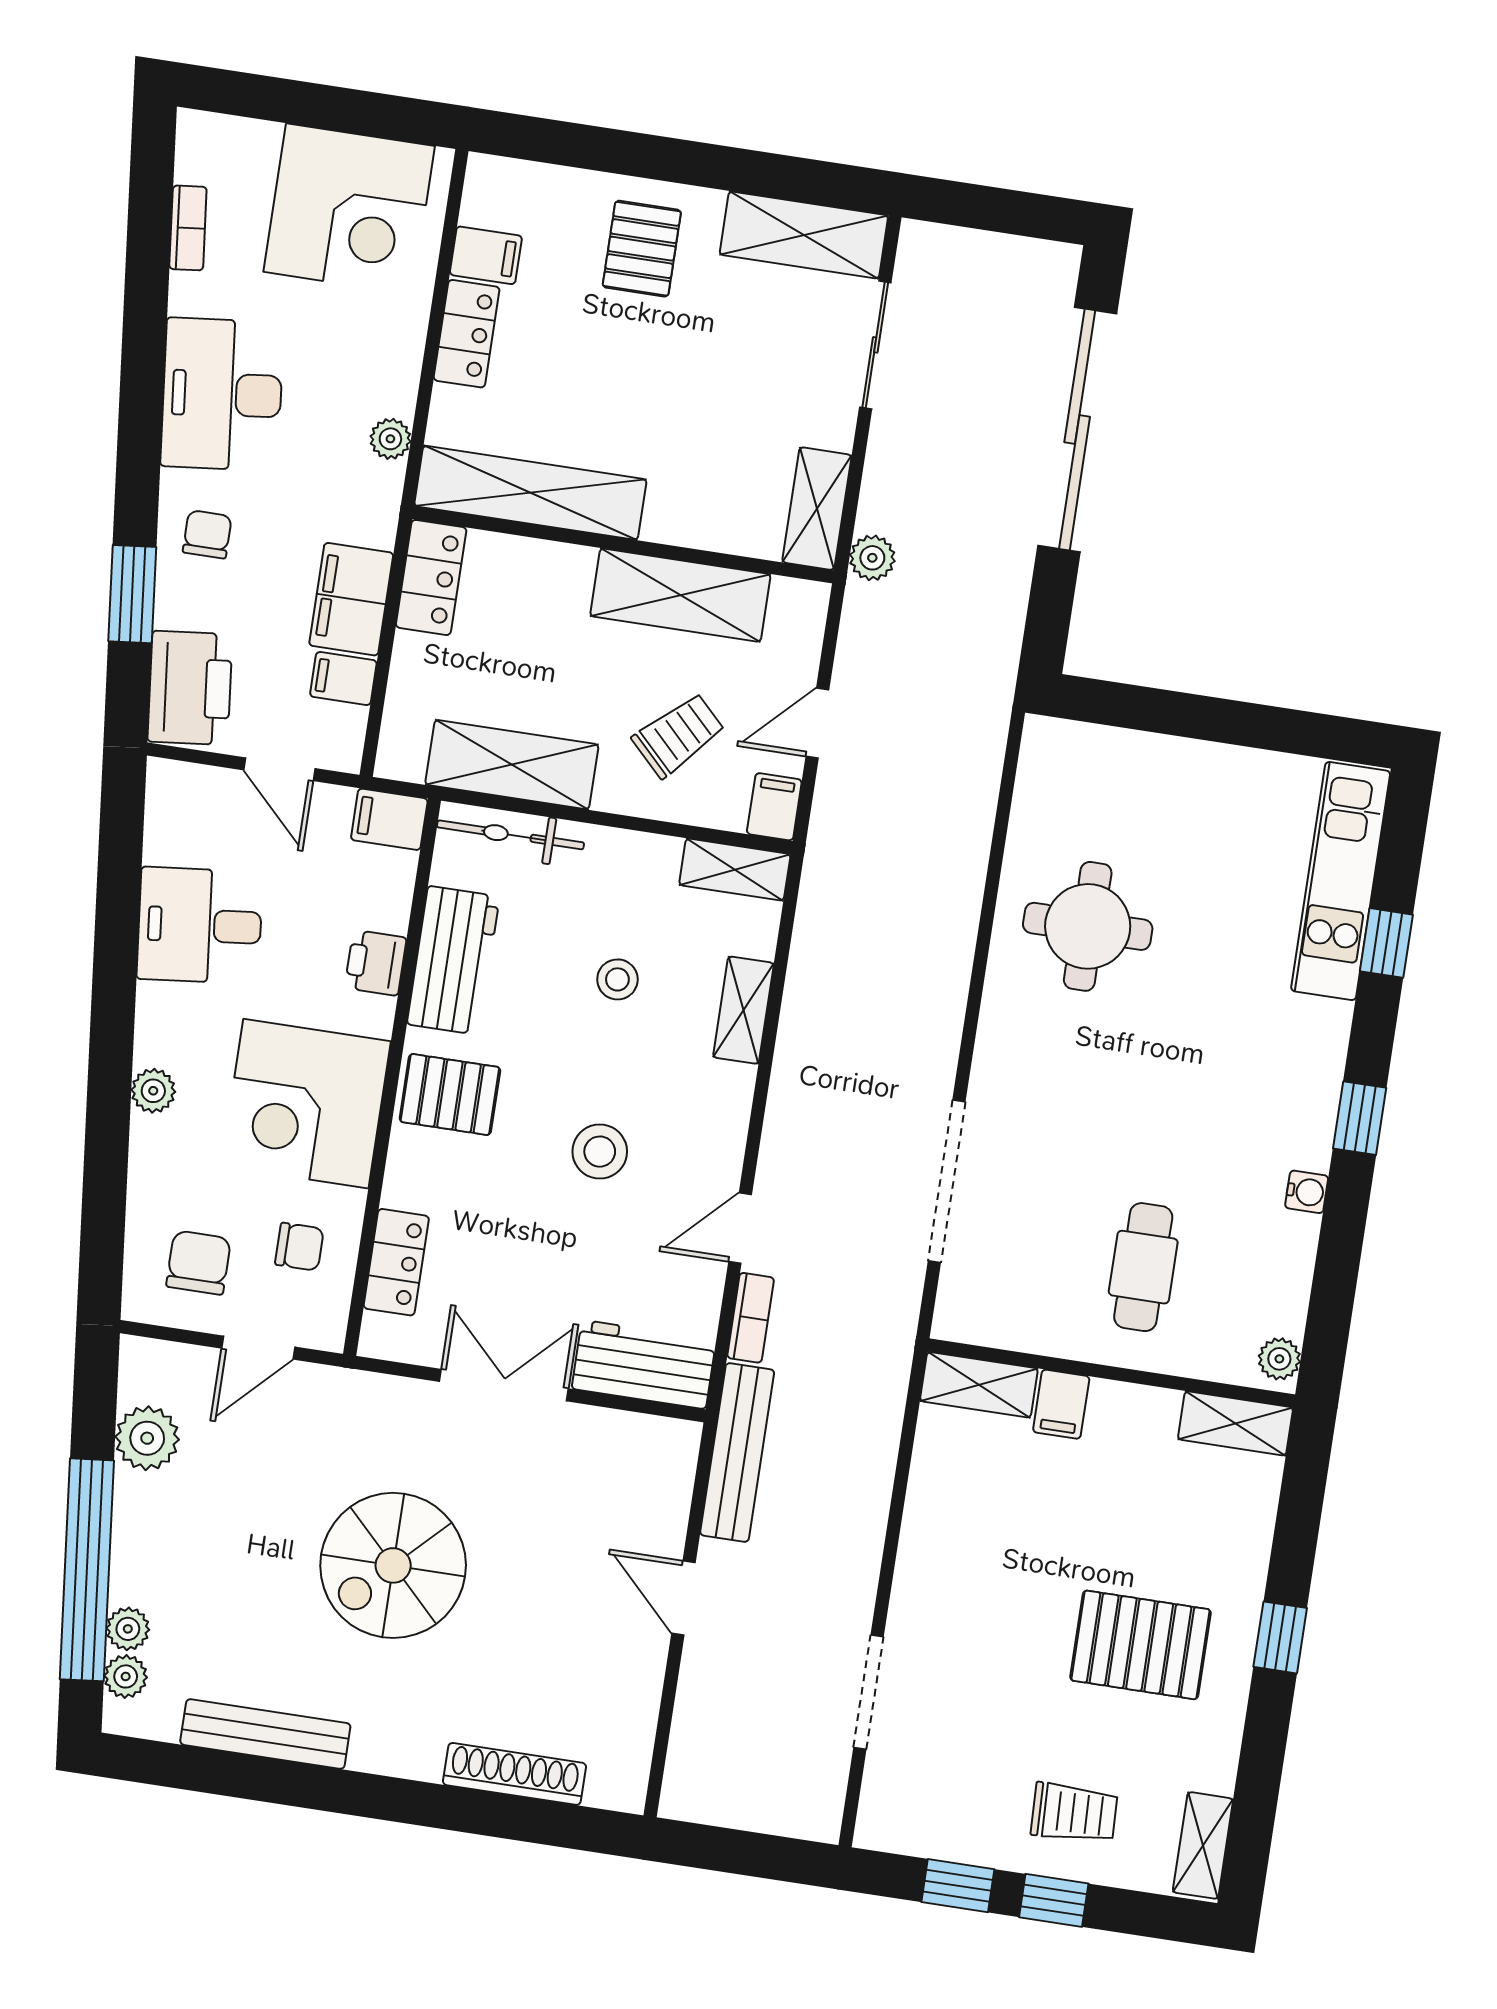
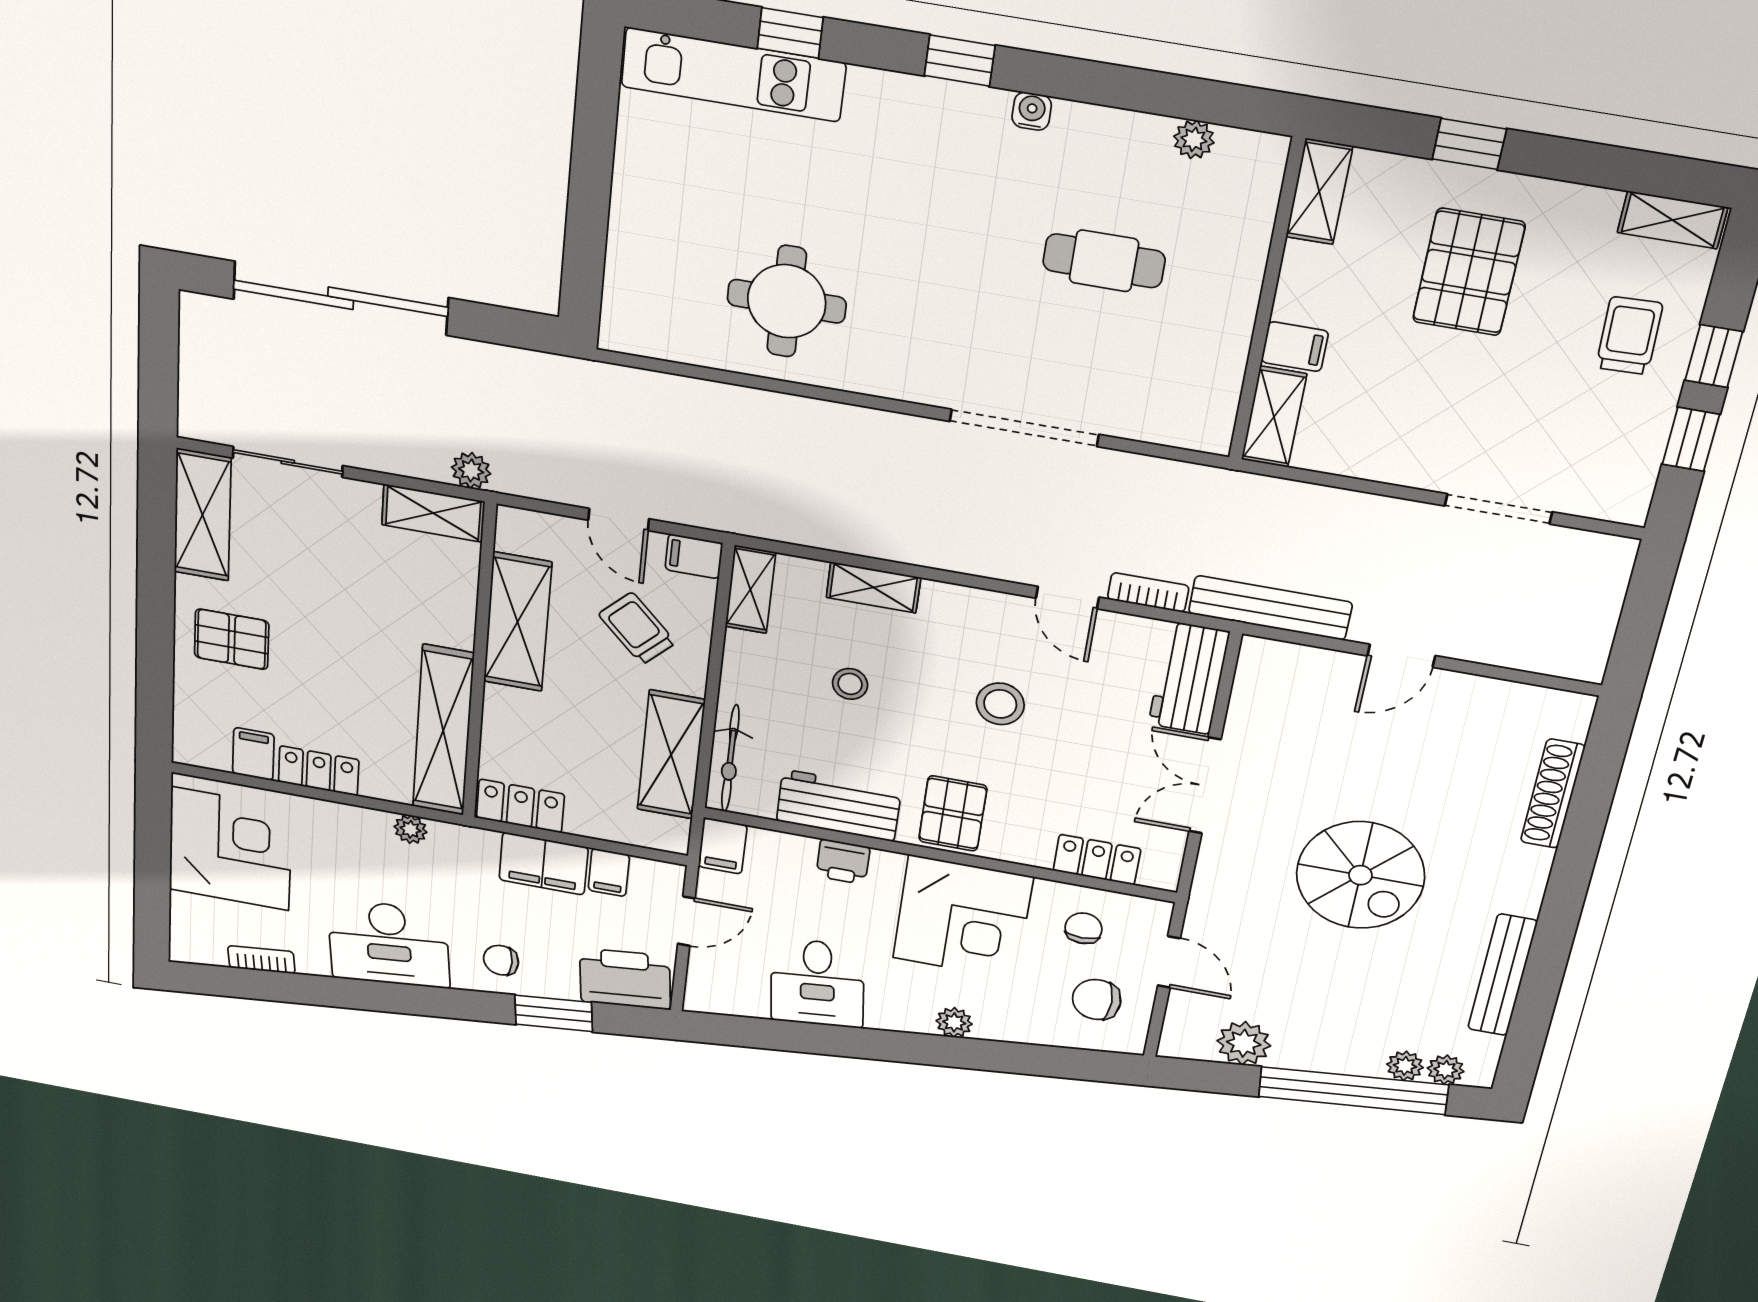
wall: (1111, 1373) -> (1266, 302), moved
shelving: (979, 1385) -> (1274, 417), moved
filing cabinet: (1061, 1404) -> (1295, 347), moved
shelving: (1235, 1423) -> (1319, 192), moved

